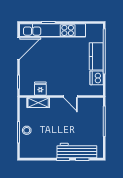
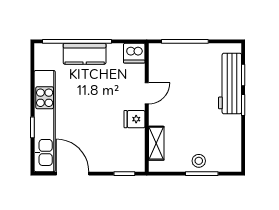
dishwasher: (97, 78) -> (134, 53), moved
fridge: (40, 89) -> (134, 119), moved

